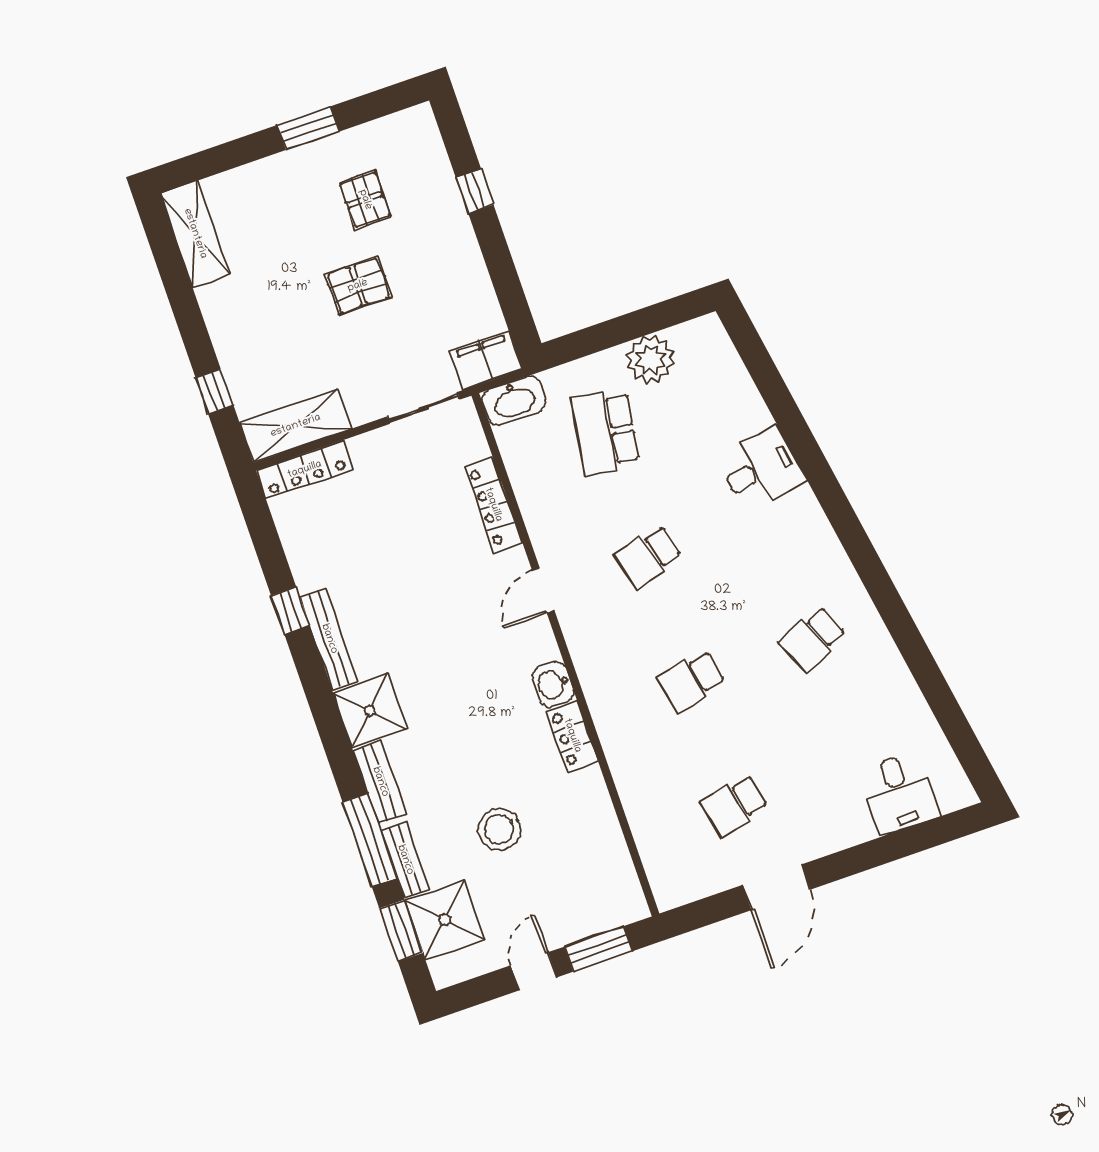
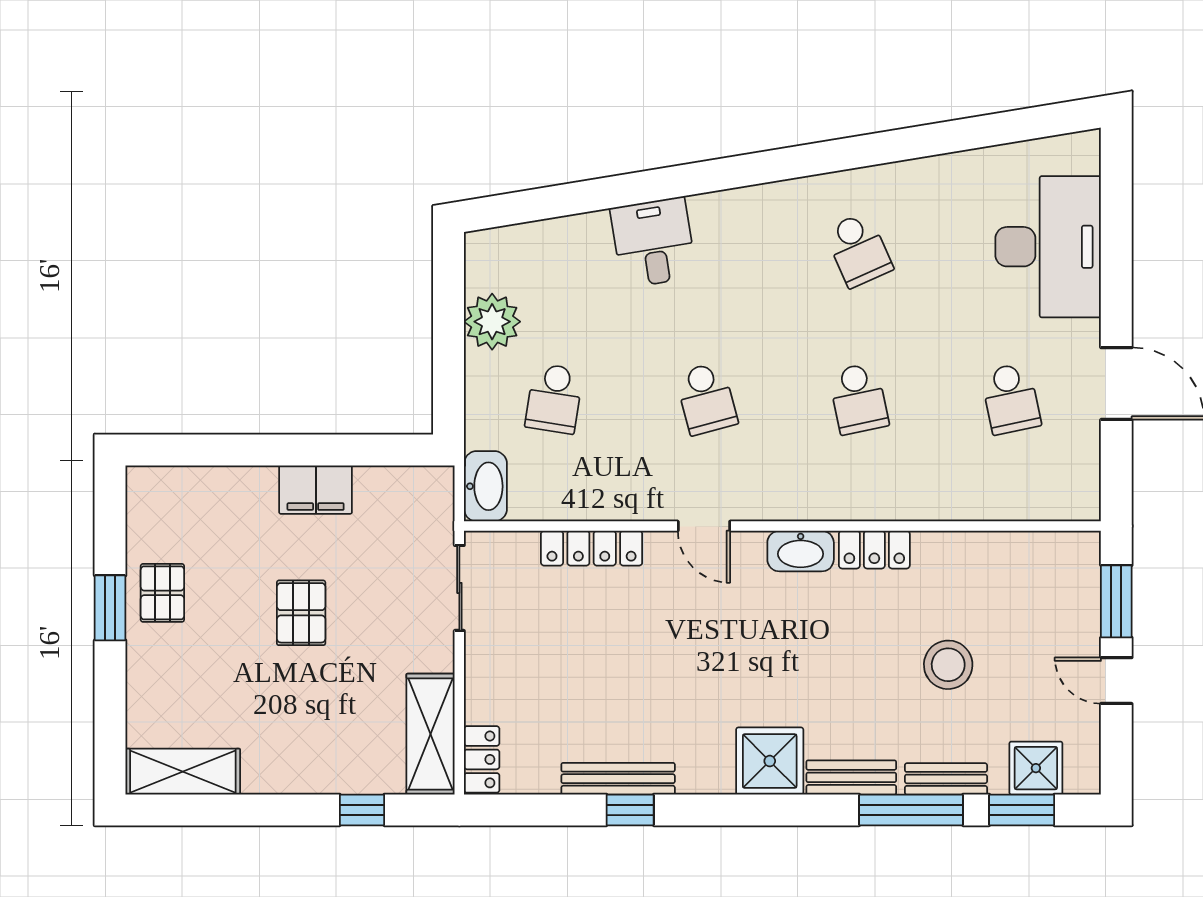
window: (475, 191) -> (242, 450), removed
pallet: (365, 200) -> (162, 593), moved, turned 90
filing cabinet: (486, 360) -> (316, 490), moved, turned -90
school desk: (605, 432) -> (554, 399), width x0.54
locker: (305, 470) -> (482, 759), width x0.66
bench: (329, 639) -> (618, 779), moved
washbasin: (553, 684) -> (801, 551), width x1.38
desk: (899, 793) -> (1048, 247), width x1.87, depth x1.30
shower: (445, 920) -> (1036, 768), width x0.73, depth x0.73

